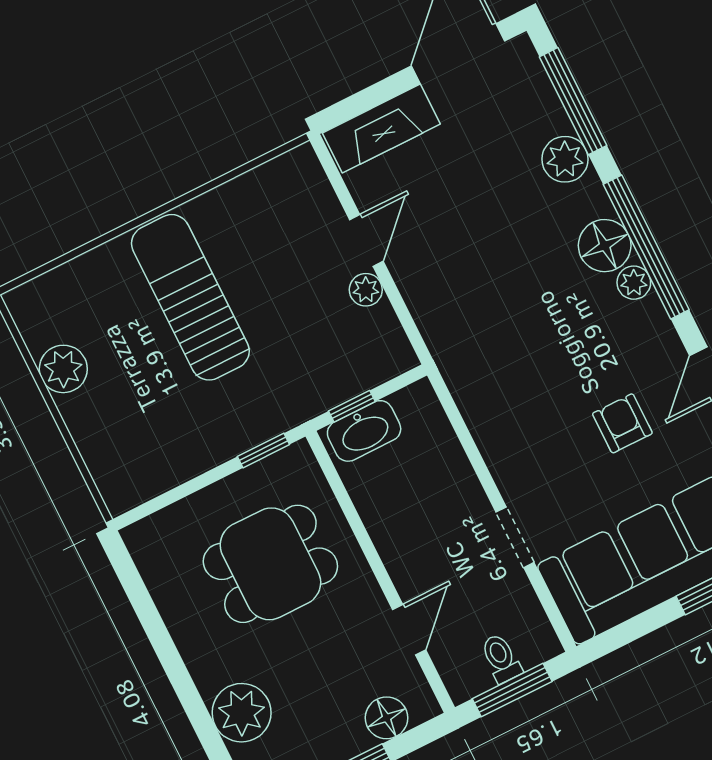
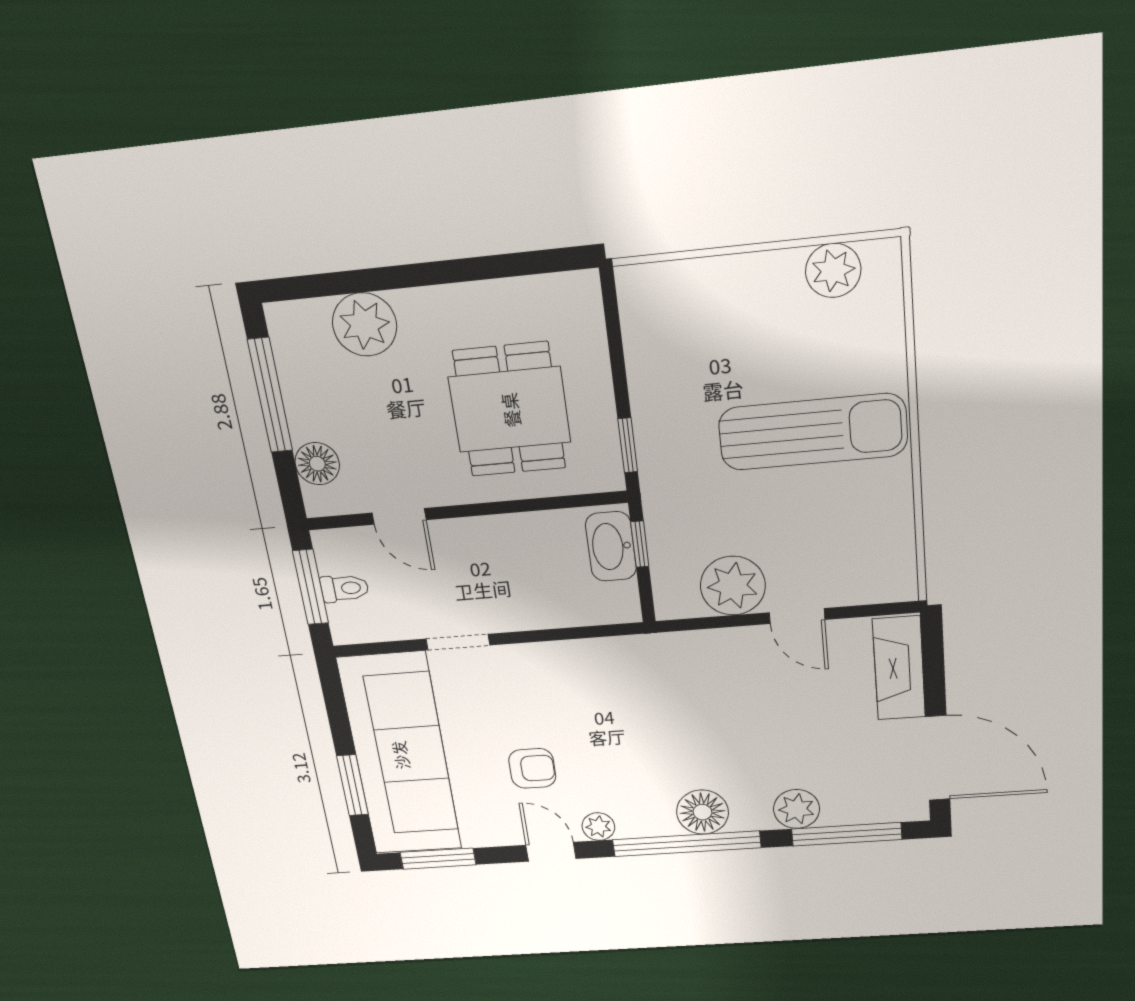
plant: (634, 283) -> (598, 827), moved
plant: (366, 290) -> (733, 586), width x1.88, depth x1.88
plant: (63, 369) -> (833, 270), moved

